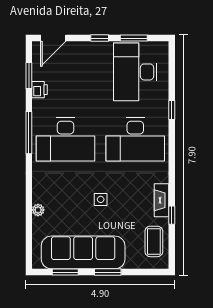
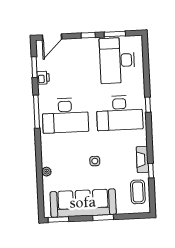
window: (172, 110) -> (148, 105), moved
window: (65, 272) -> (58, 220), moved

